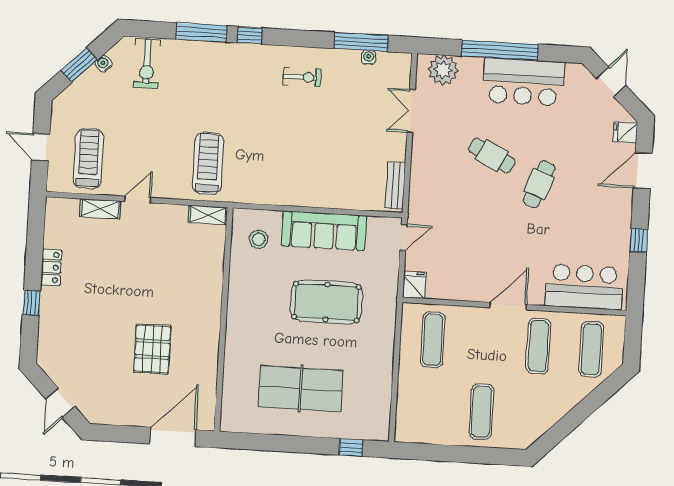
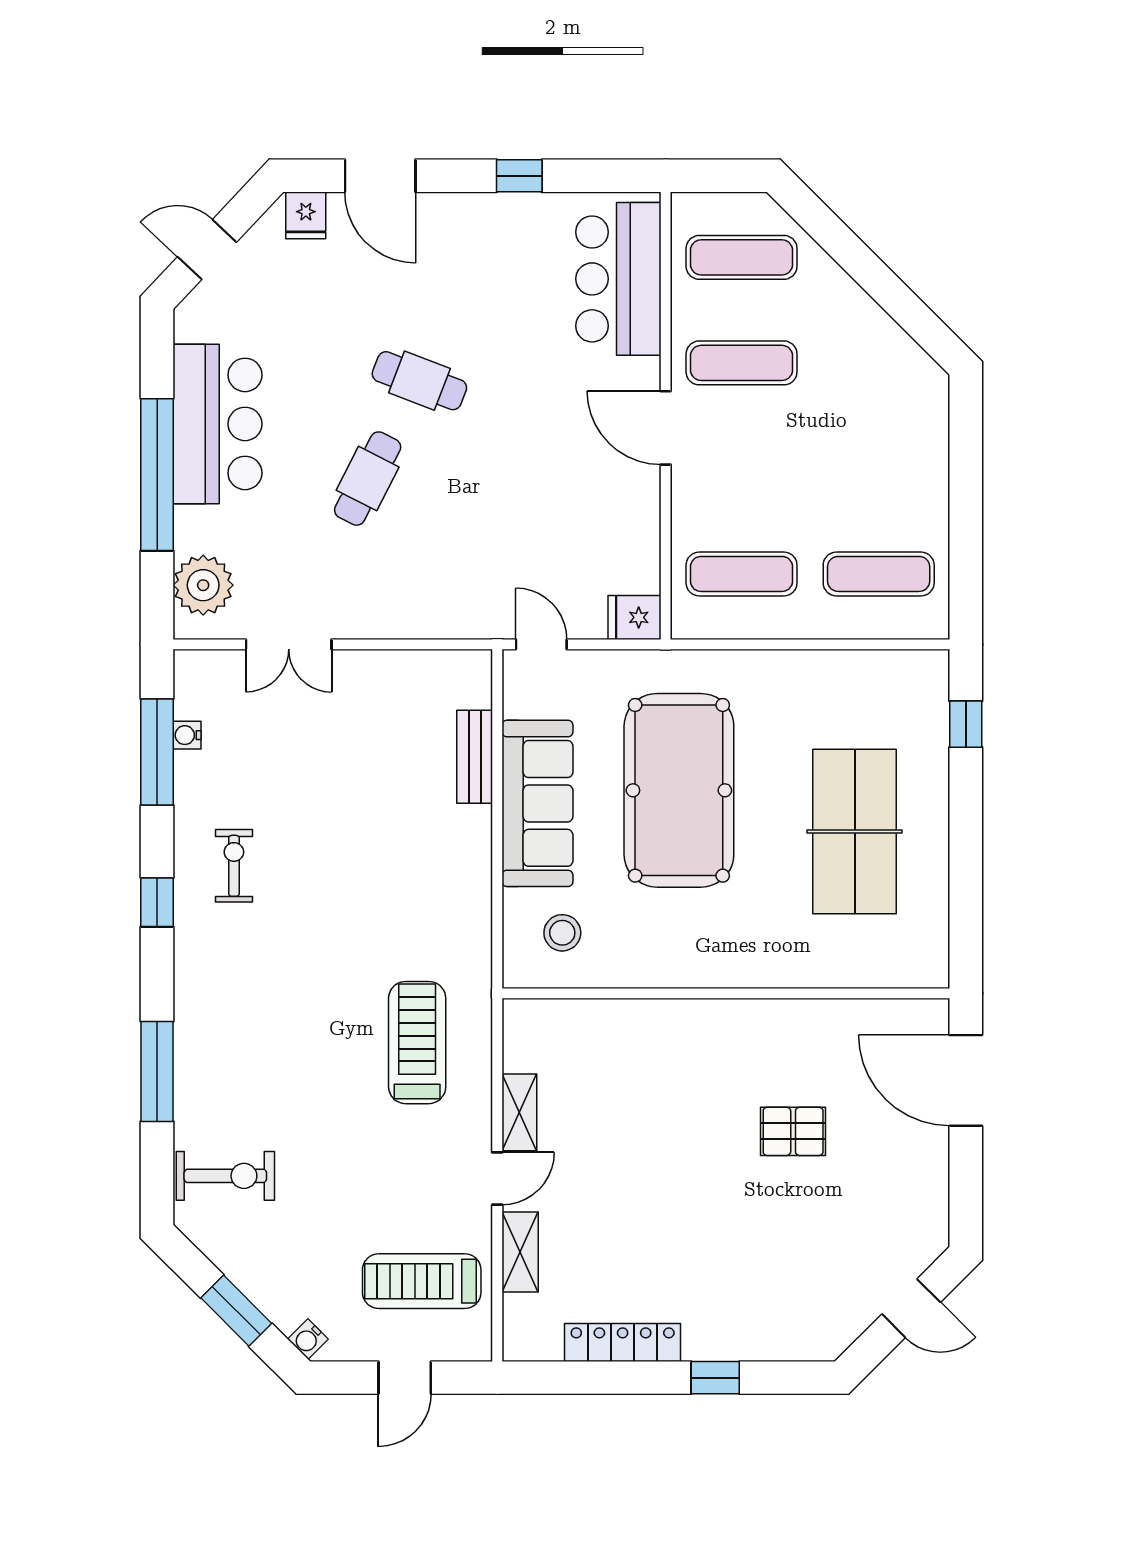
window: (250, 35) -> (157, 902), moved
water cooler: (104, 64) -> (308, 1339), moved
treadmill: (208, 163) -> (417, 1043), turned 90
bench: (395, 186) -> (475, 757), moved, turned 90
door: (138, 199) -> (497, 1178), swing flipped
shelving: (208, 215) -> (519, 1112), moved
locker: (51, 267) -> (623, 1342), width x1.53
pool table: (326, 302) -> (679, 790), width x1.36, depth x1.32
pallet: (152, 349) -> (793, 1131), width x0.67, depth x0.71
exercise mat: (482, 411) -> (879, 574), moved

